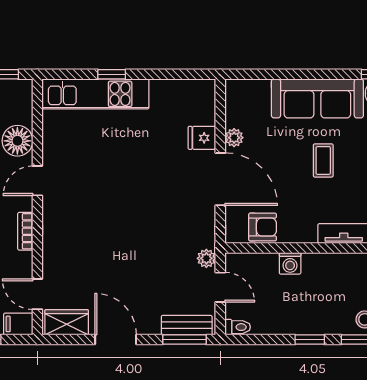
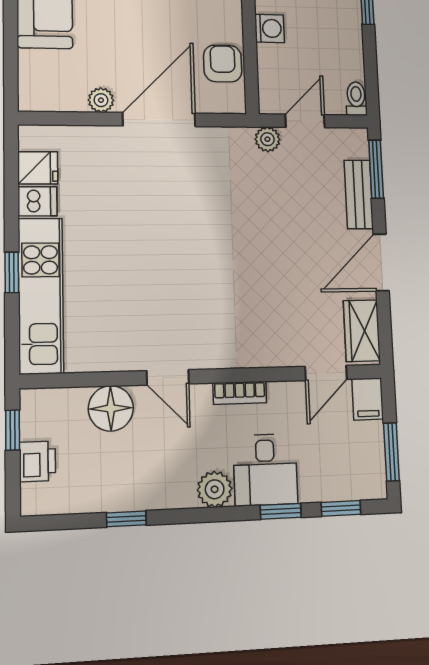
dishwasher: (161, 92) -> (38, 201), added
fridge: (202, 138) -> (38, 168), moved, turned -90
bench: (187, 325) -> (359, 194), moved

